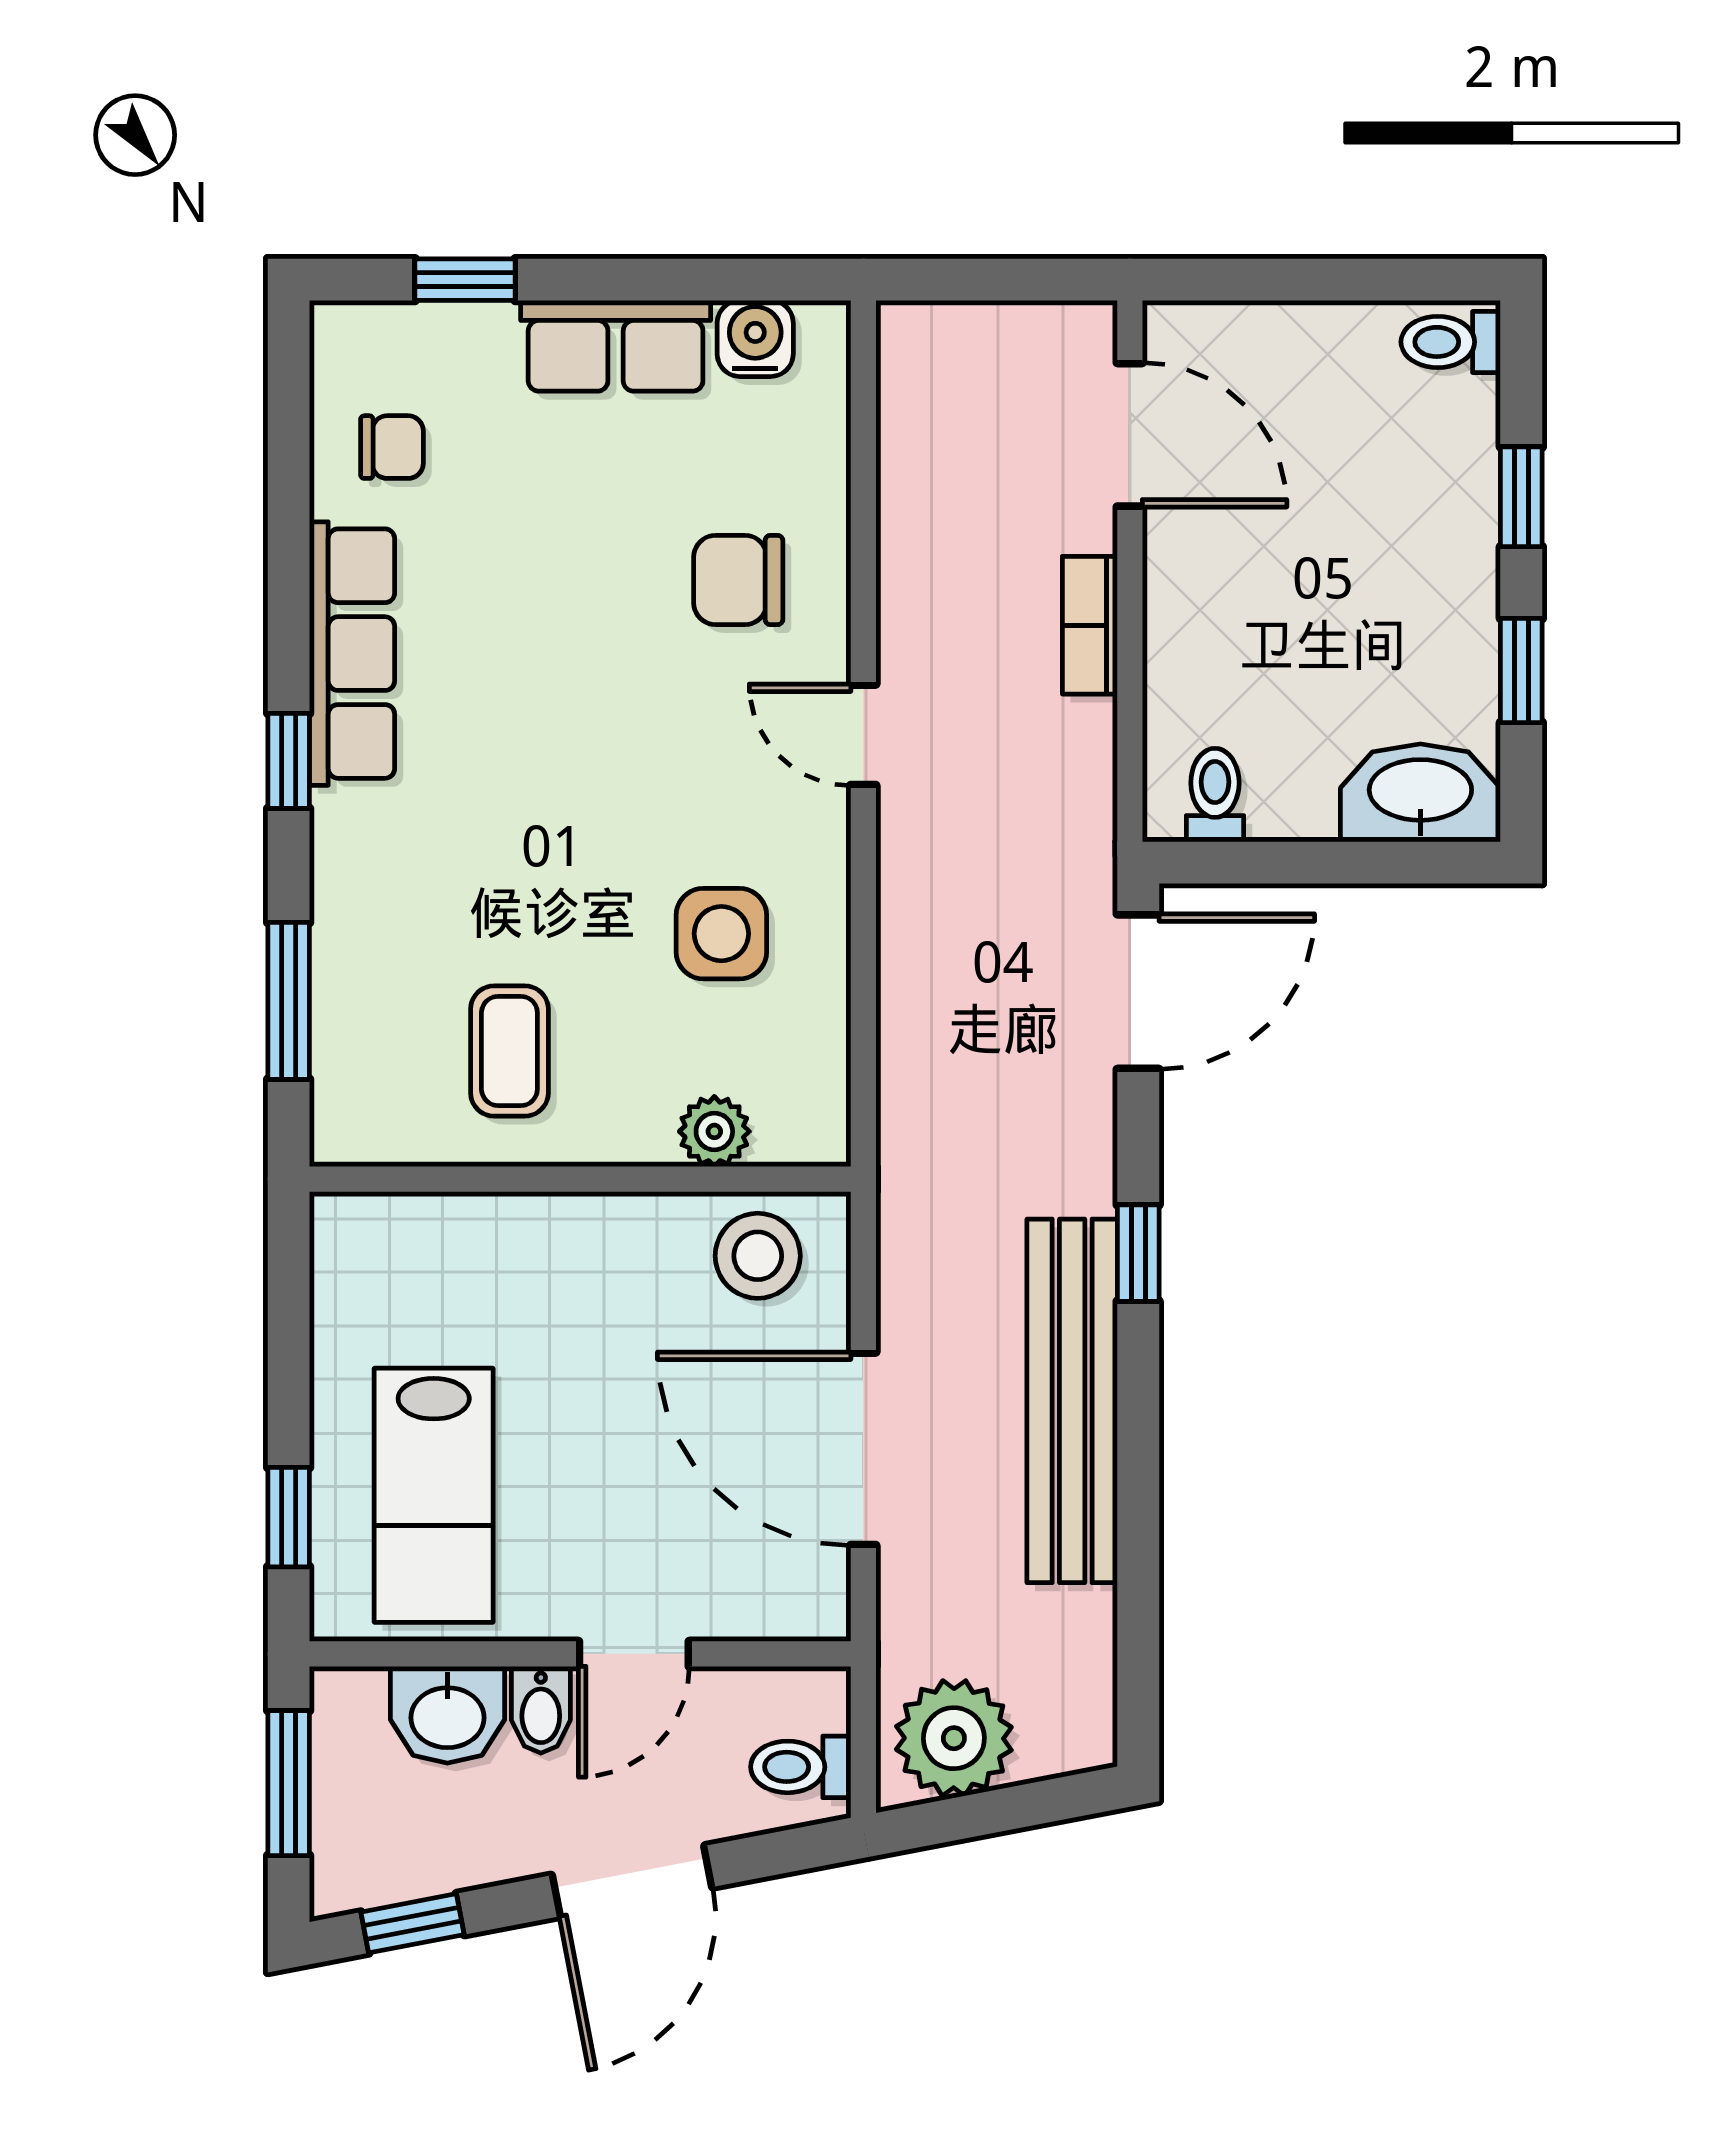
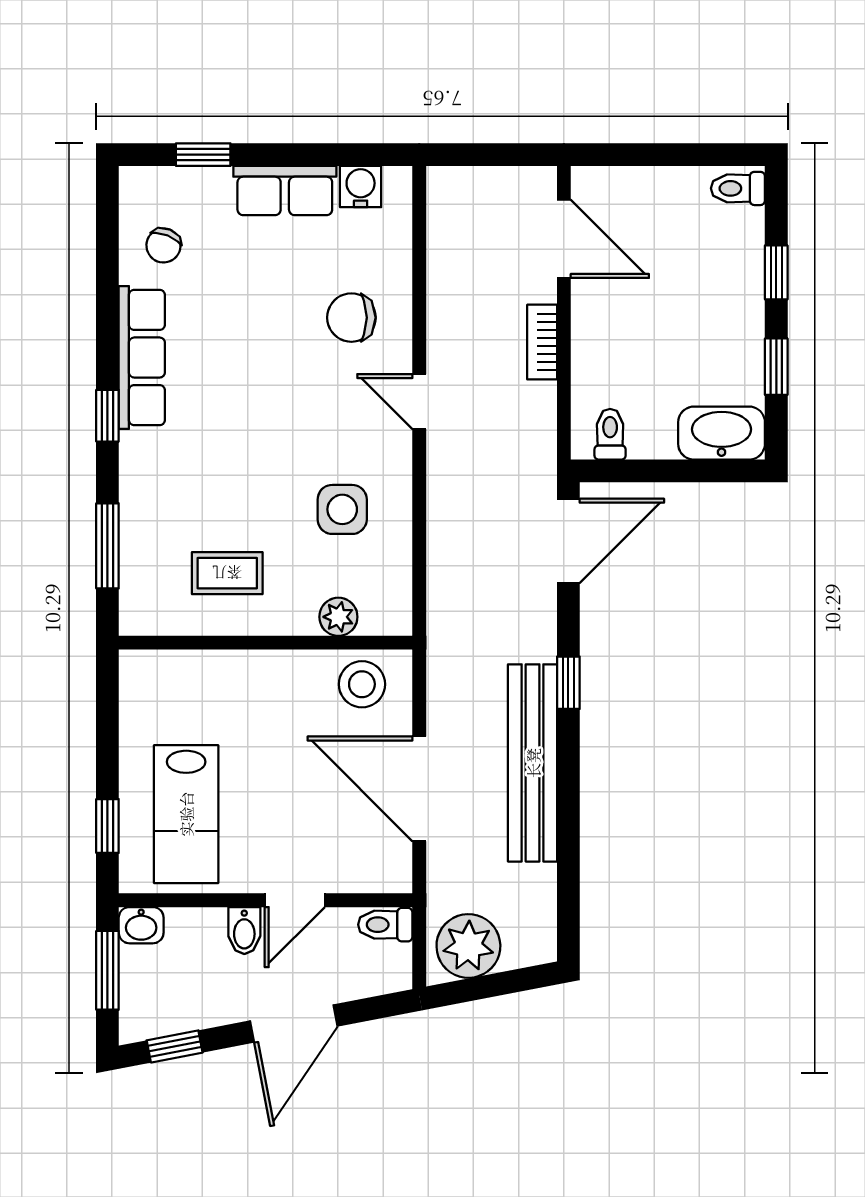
chair: (392, 447) -> (163, 245), turned 112
coffee table: (509, 1051) -> (227, 573), turned 90
washbasin: (447, 1715) -> (141, 925), moved, width x0.72, depth x0.69
toilet: (801, 1767) -> (385, 925), moved

